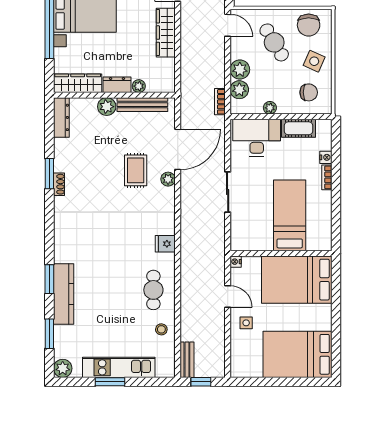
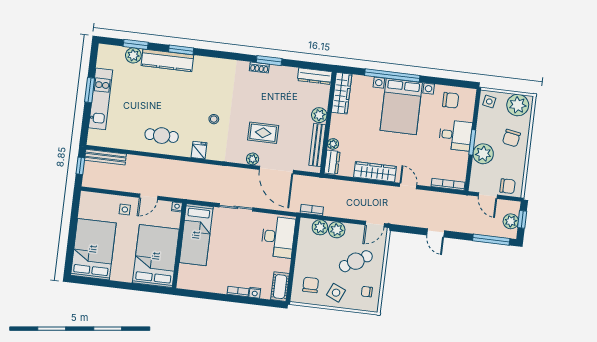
chair: (309, 25) -> (367, 292), width x0.54, depth x0.54
dresser: (117, 85) -> (332, 162), moved
chair: (309, 92) -> (311, 285), turned 180
plant: (270, 108) -> (302, 251), removed
cot: (298, 128) -> (280, 287), moved
bed: (290, 215) -> (196, 235), moved, turned 90
stool: (161, 329) -> (214, 119), moved
bench: (187, 360) -> (105, 157), width x1.36
plant: (63, 368) -> (133, 55), moved

